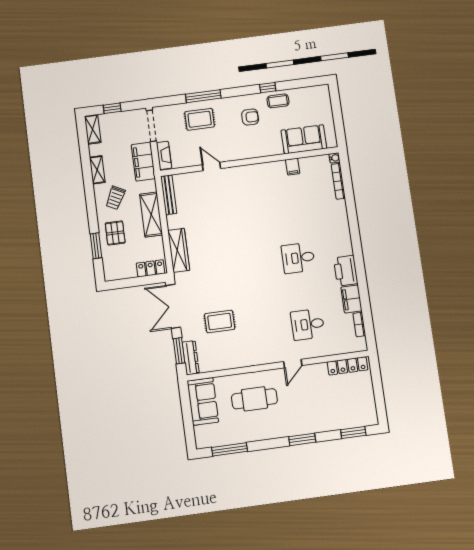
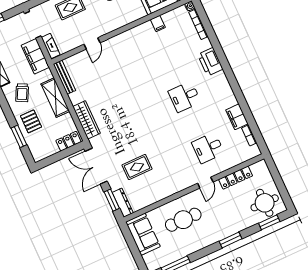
door: (211, 167) -> (92, 43), swing flipped
printer: (346, 271) -> (210, 62), moved
locker: (347, 366) -> (236, 178), moved
round table: (355, 408) -> (265, 203), added

